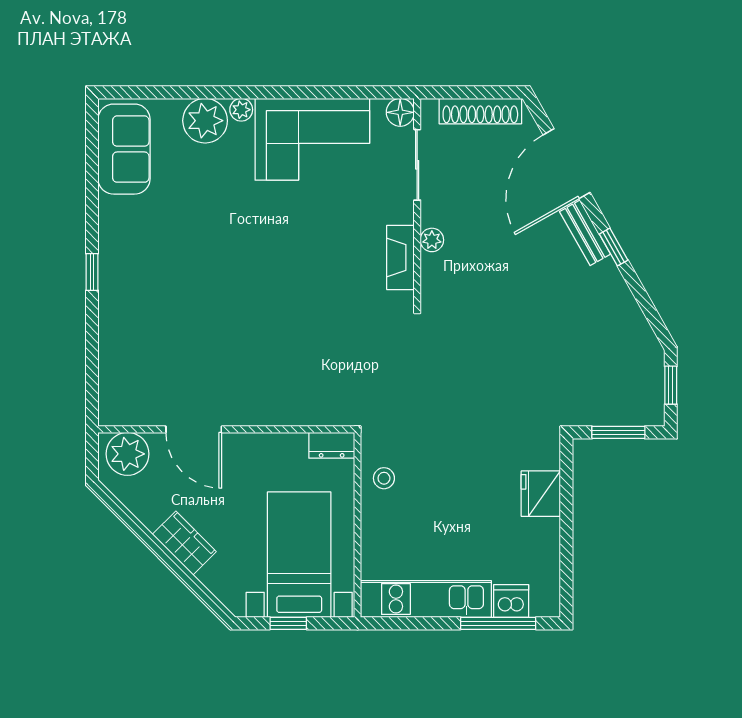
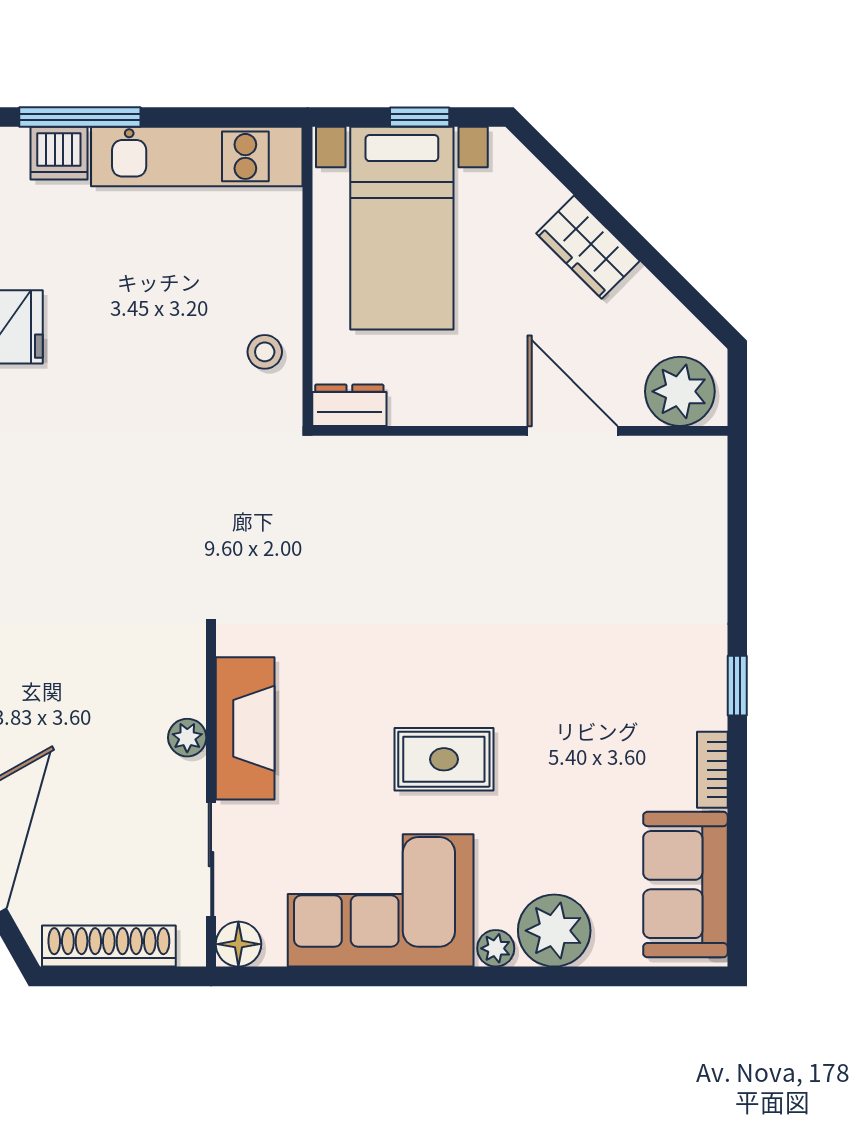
bookcase: (107, 220) -> (712, 770), added
rug: (273, 226) -> (444, 759), added
fireplace: (400, 257) -> (245, 728), width x1.37, depth x1.32

